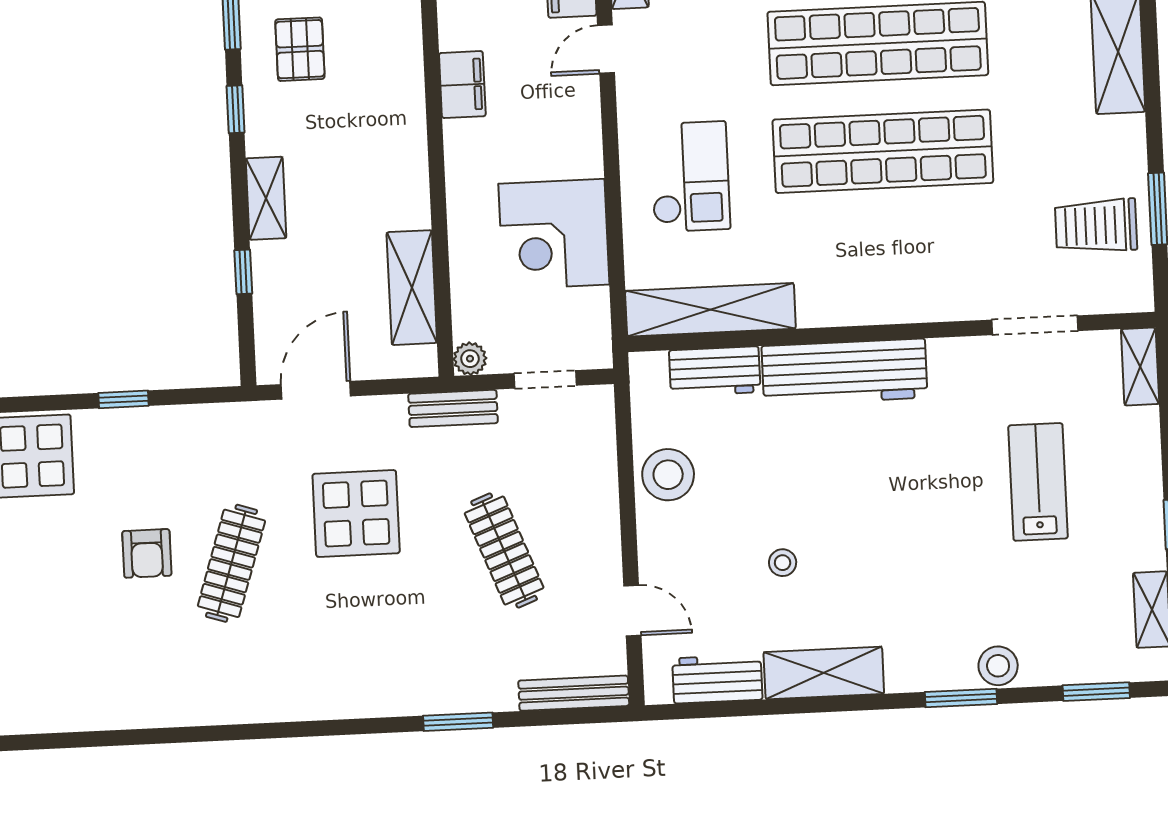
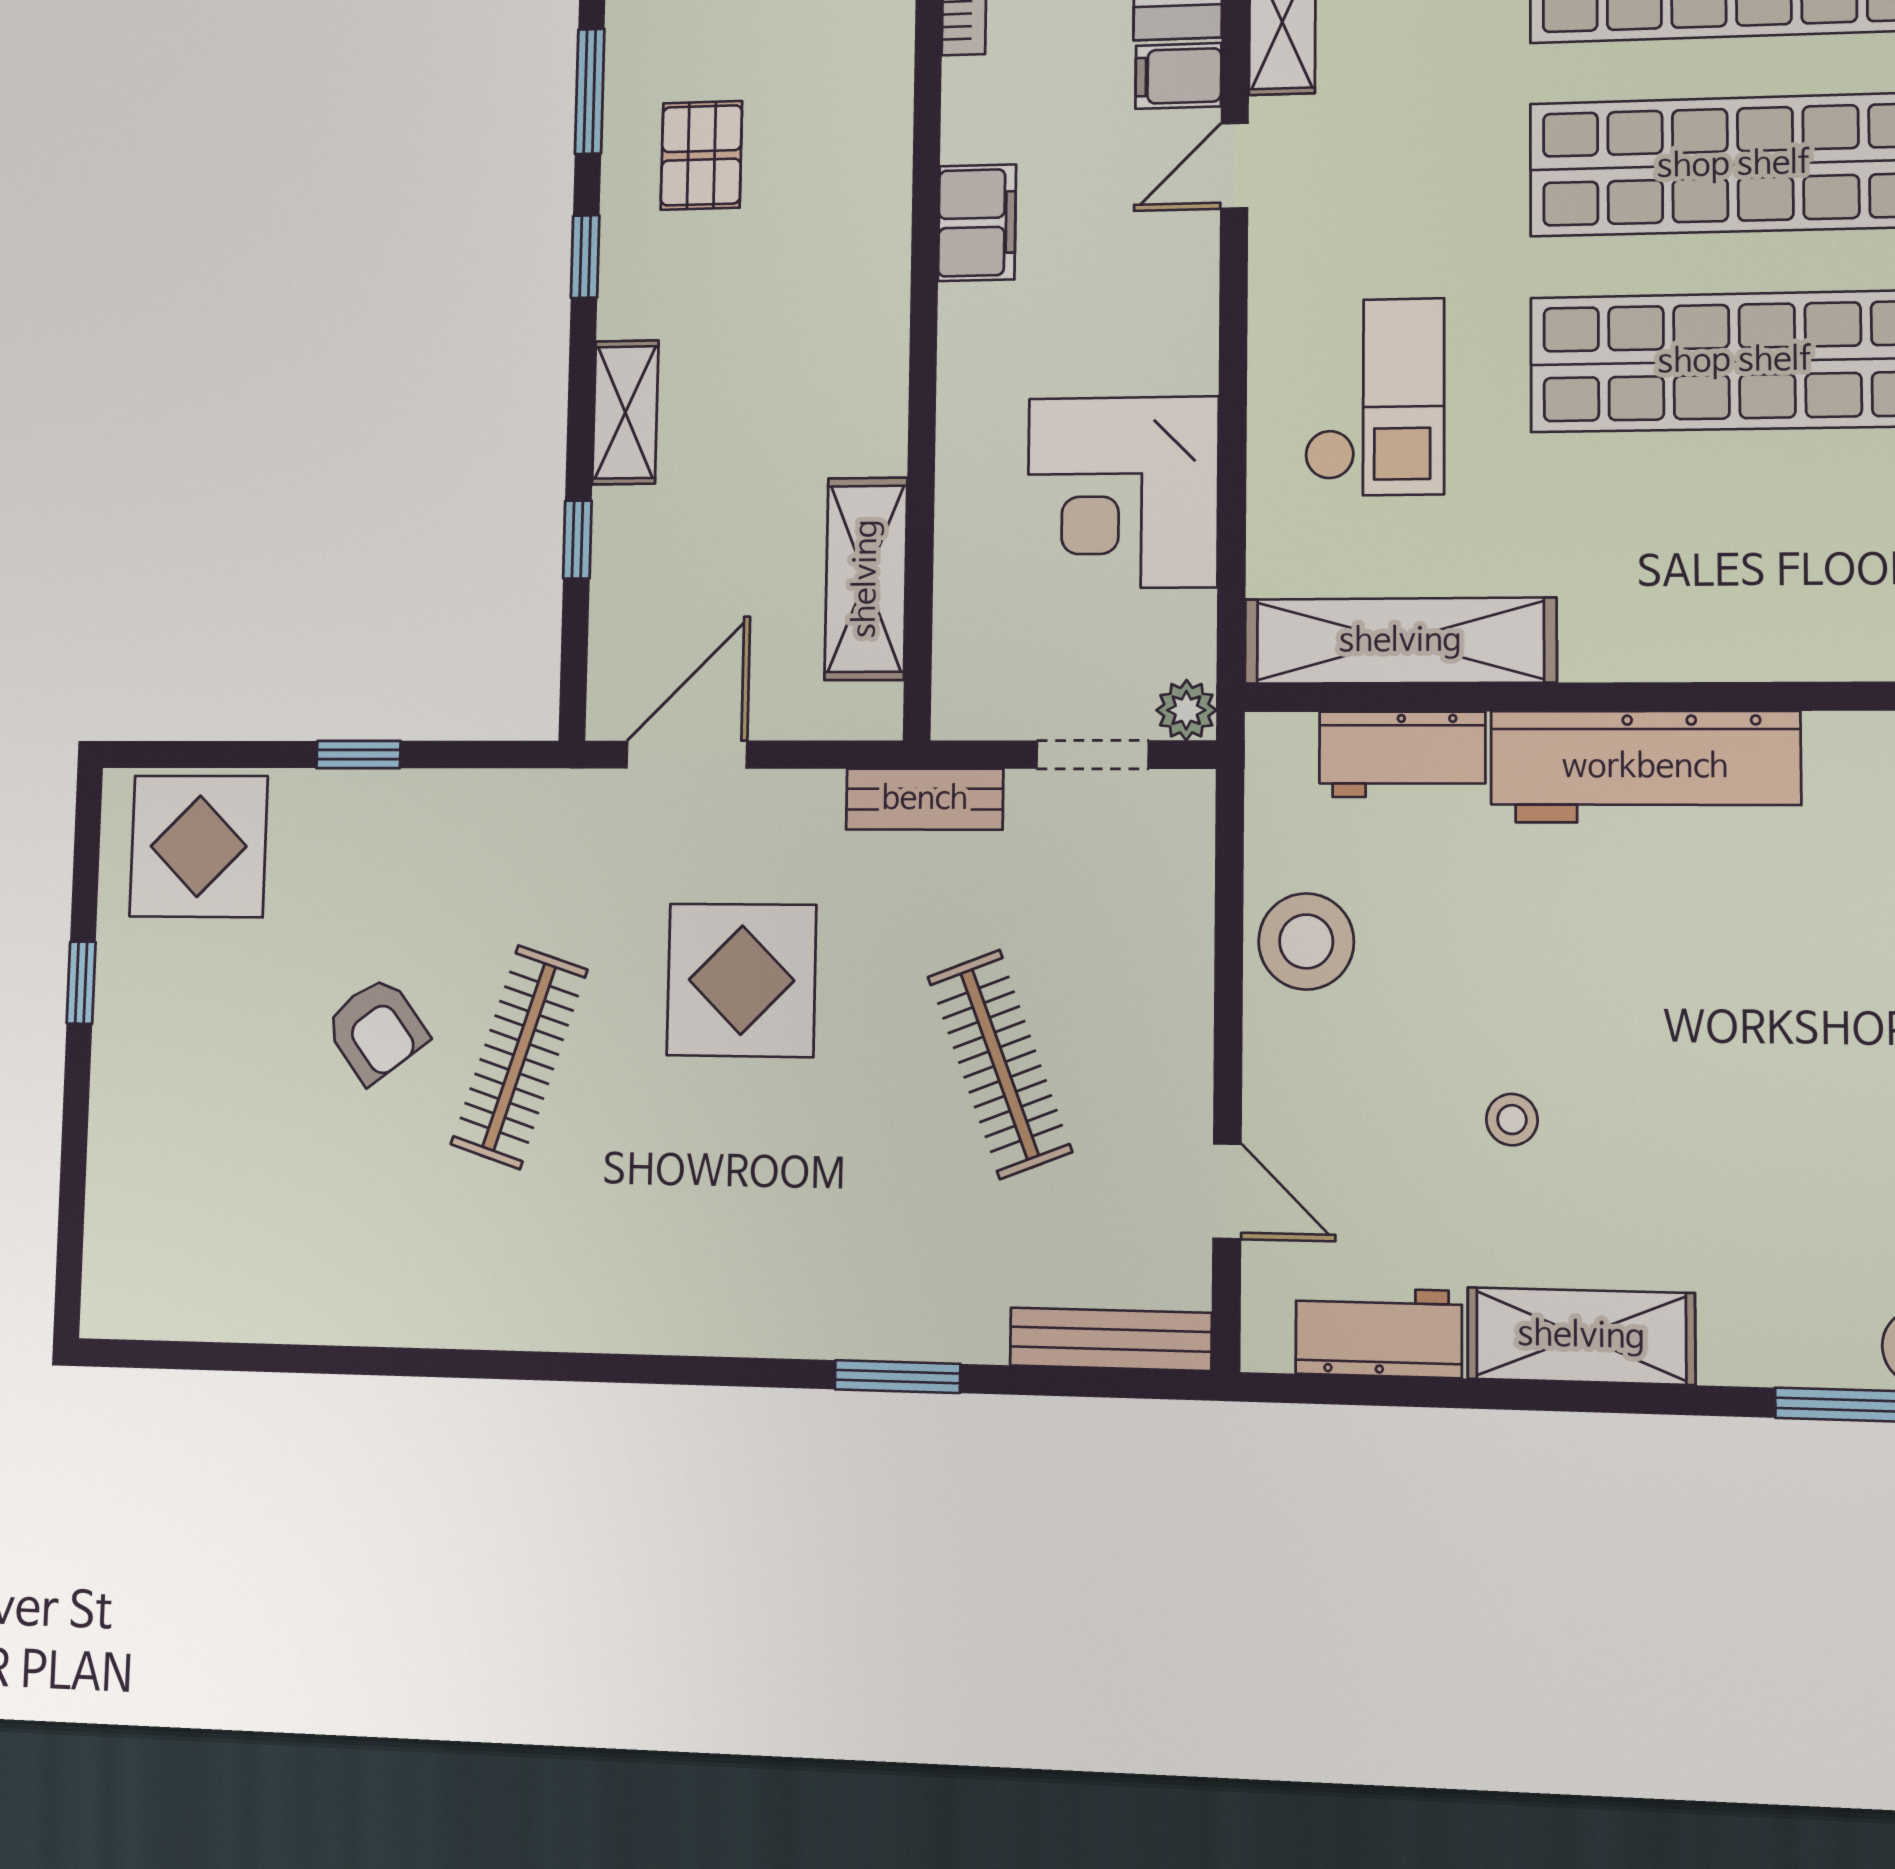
plant: (470, 359) -> (1186, 710), moved
armchair: (147, 553) -> (376, 1030), turned -37

